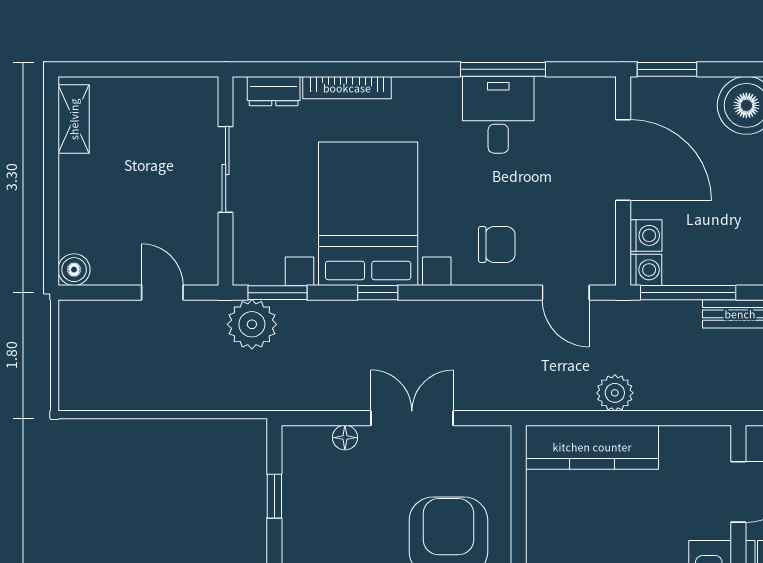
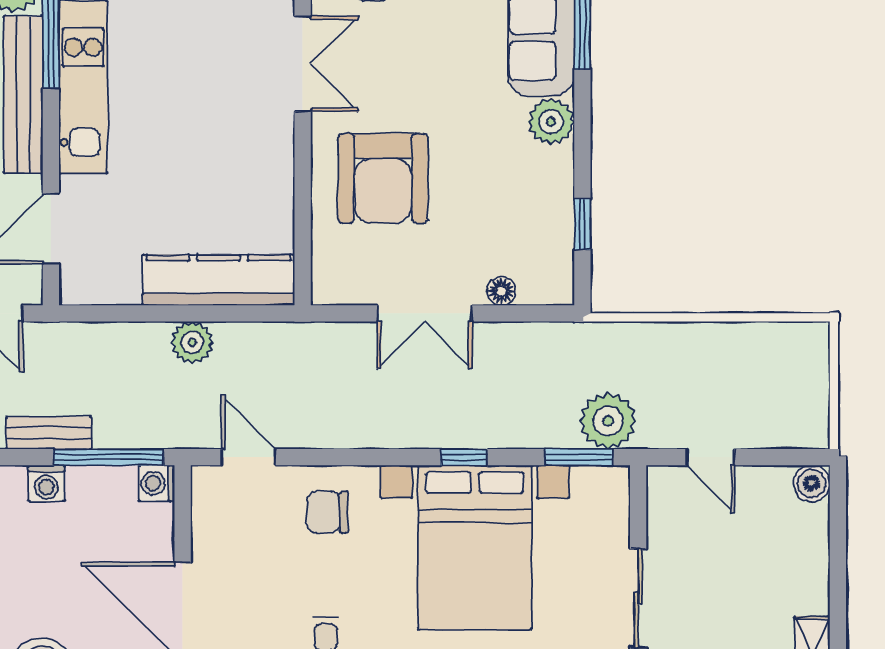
washing machine: (646, 235) -> (46, 483), moved, turned -90

